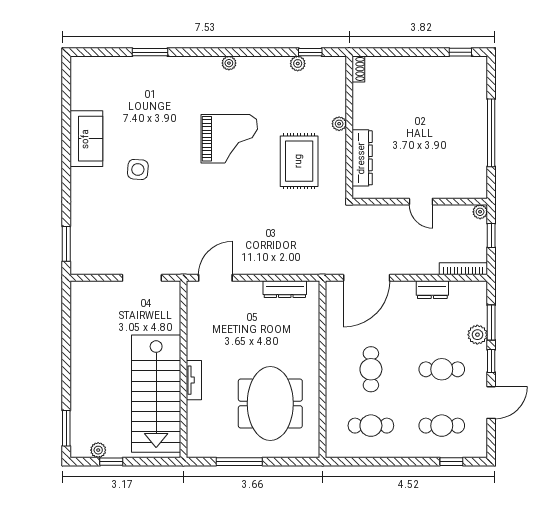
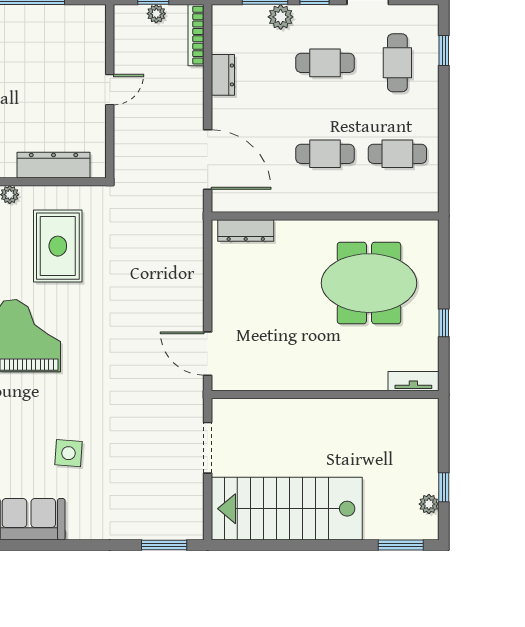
rug: (299, 161) -> (58, 246), turned 90
plant: (480, 212) -> (156, 14), moved
dresser: (285, 289) -> (246, 230), moved, turned 90
cafe table: (442, 369) -> (325, 63), turned 90
tv unit: (194, 380) -> (413, 381), moved
stairs: (156, 394) -> (287, 509), moved, turned 180
cafe table: (371, 426) -> (397, 154), turned 90
window: (239, 462) -> (444, 323), width x0.46

